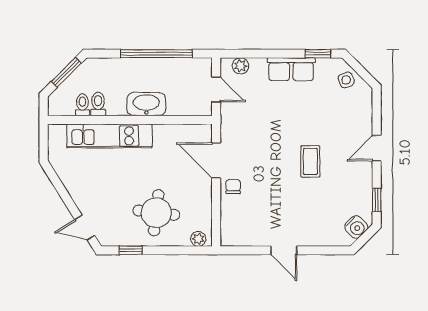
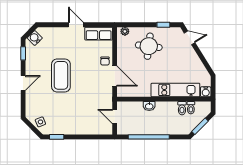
plant: (240, 66) -> (101, 130), removed
row of seats: (291, 69) -> (99, 34), moved, turned 180
washbasin: (146, 104) -> (149, 106), width x0.52, depth x0.69
water cooler: (56, 133) -> (206, 92), added
coffee table: (310, 161) -> (61, 75), width x1.86, depth x1.72

